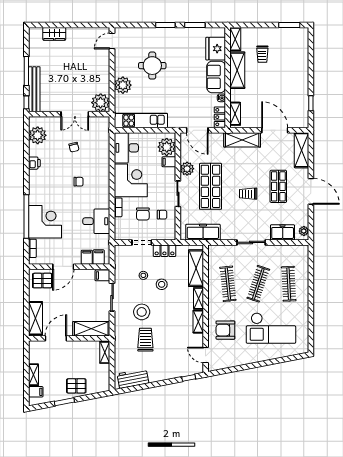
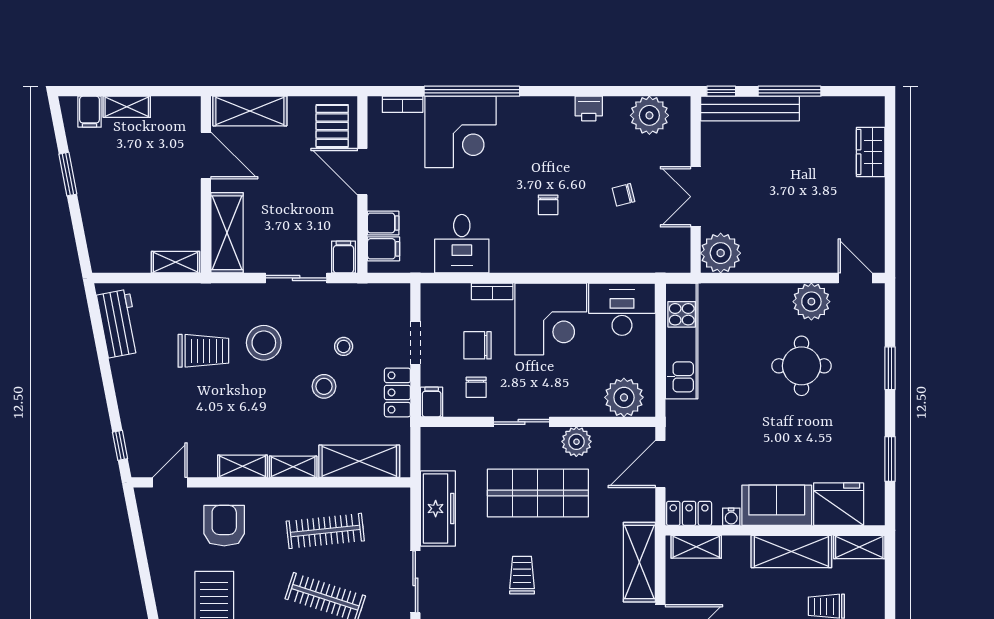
window: (165, 25) -> (890, 368), moved
plant: (123, 85) -> (811, 302), moved
filing cabinet: (169, 162) -> (432, 402), moved
freezer: (203, 232) -> (438, 509), moved
pallet: (76, 386) -> (102, 200), removed

